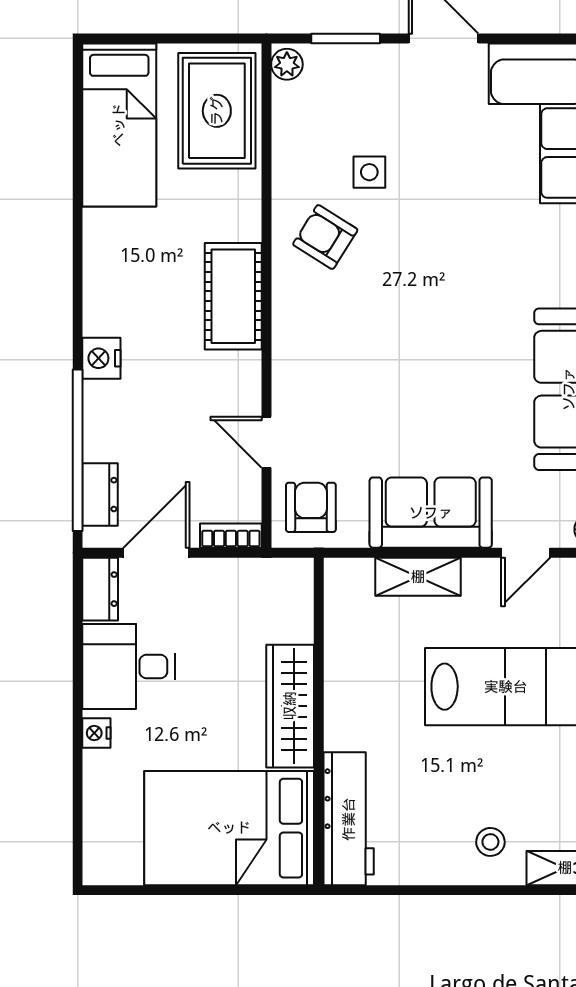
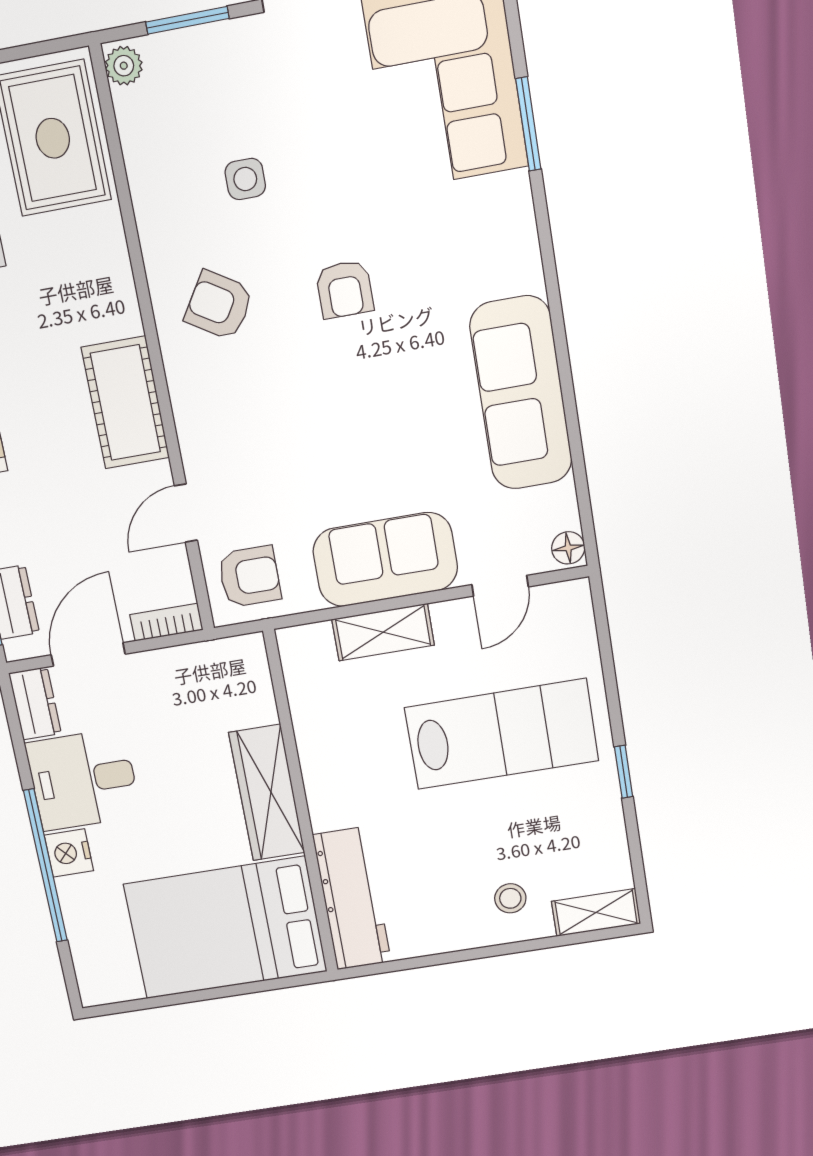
armchair: (325, 237) -> (219, 305), moved
armchair: (436, 277) -> (345, 289), added
cot: (233, 296) -> (125, 403), moved
door: (266, 442) -> (186, 513), hinge flipped
armchair: (311, 507) -> (249, 576), turned 90
nightstand: (96, 733) -> (69, 853), width x1.39, depth x1.35
window: (78, 742) -> (45, 866), added

